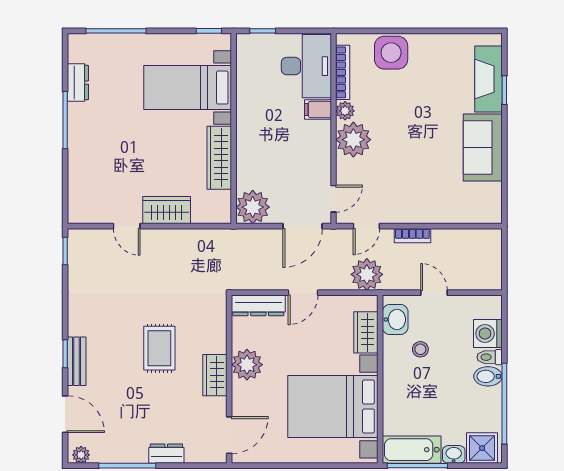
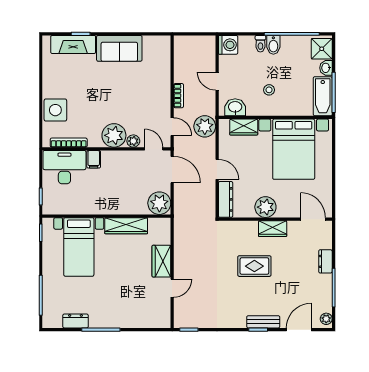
plant: (345, 111) -> (133, 141), moved
door: (434, 293) -> (217, 81), hinge flipped
washing machine: (488, 333) -> (228, 45), moved, turned -90
stool: (420, 349) -> (269, 90), moved

